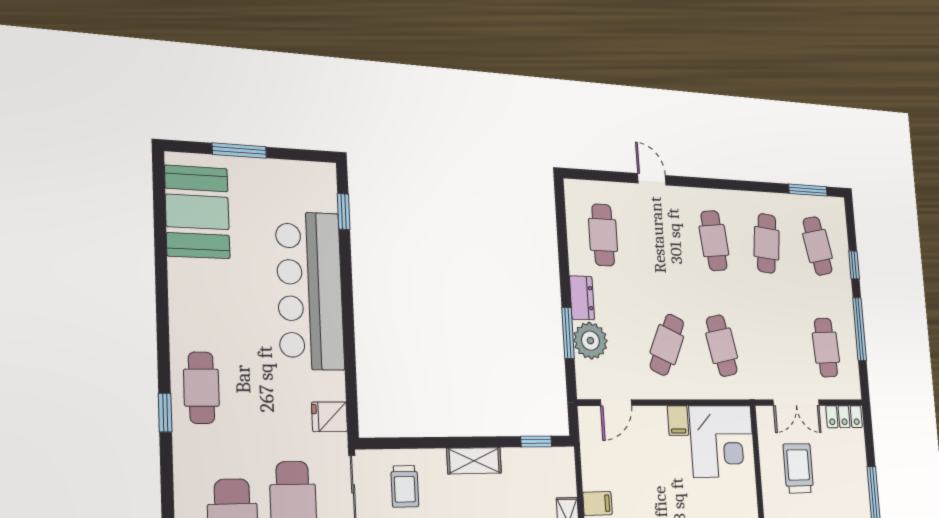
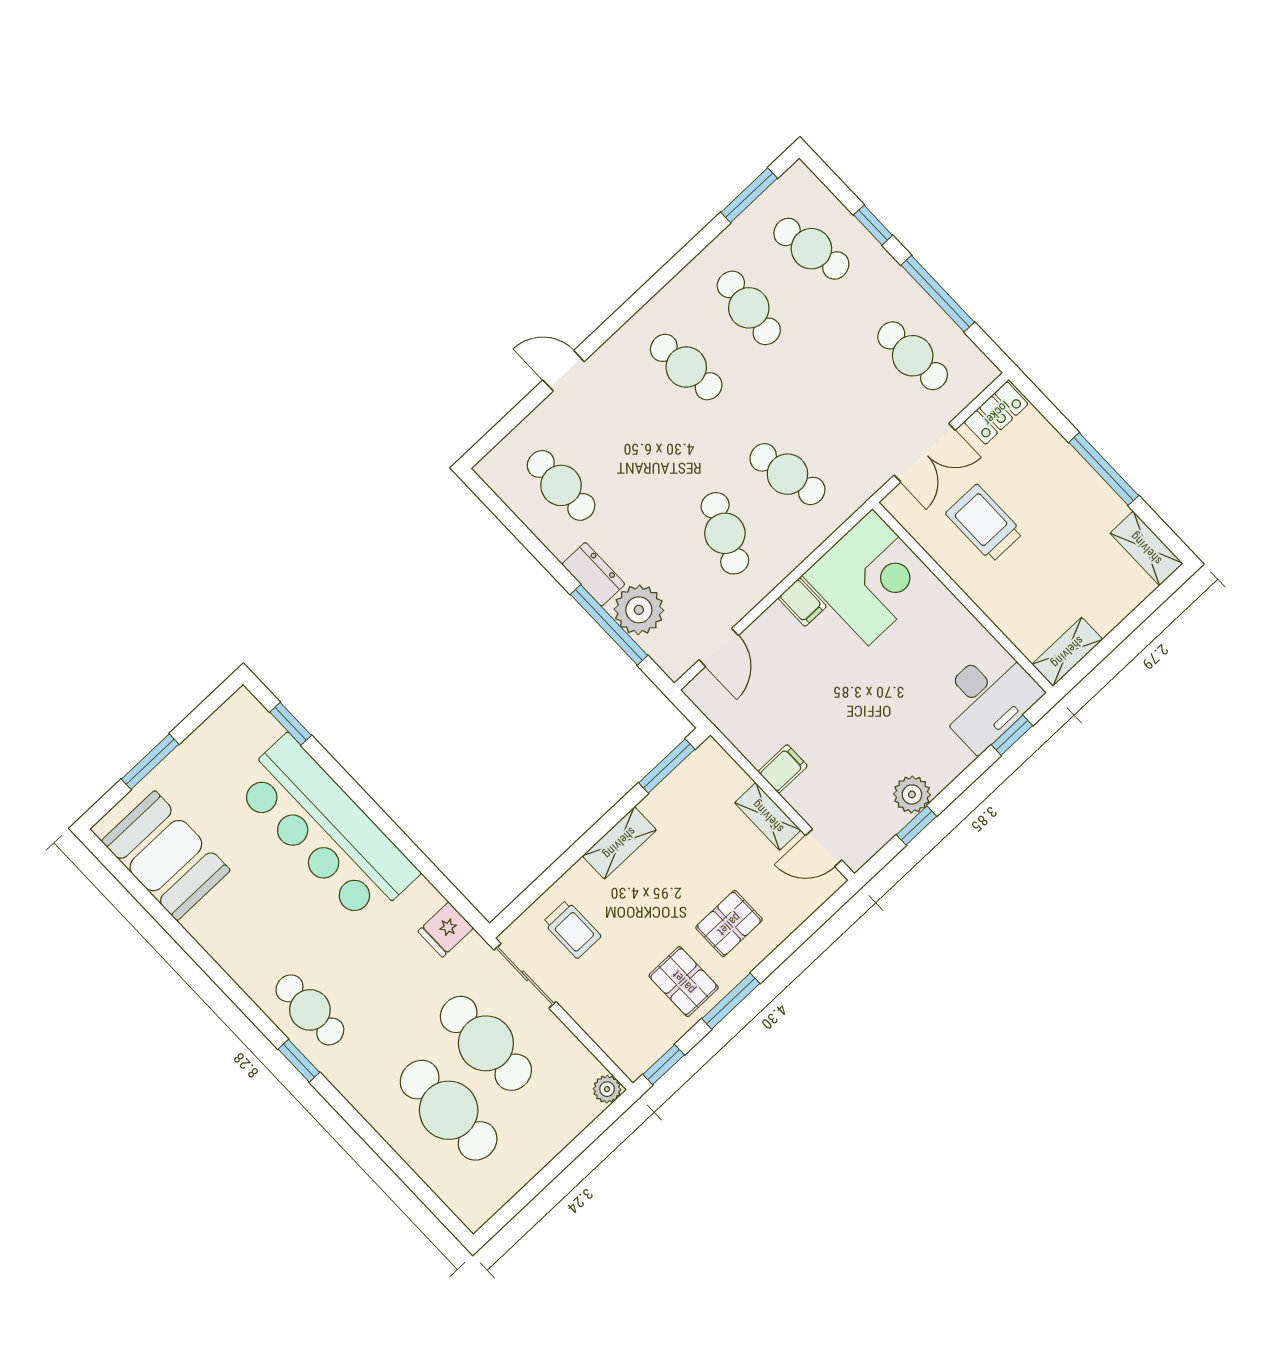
window: (568, 333) -> (609, 625), width x1.44
window: (536, 441) -> (667, 766), width x1.50

